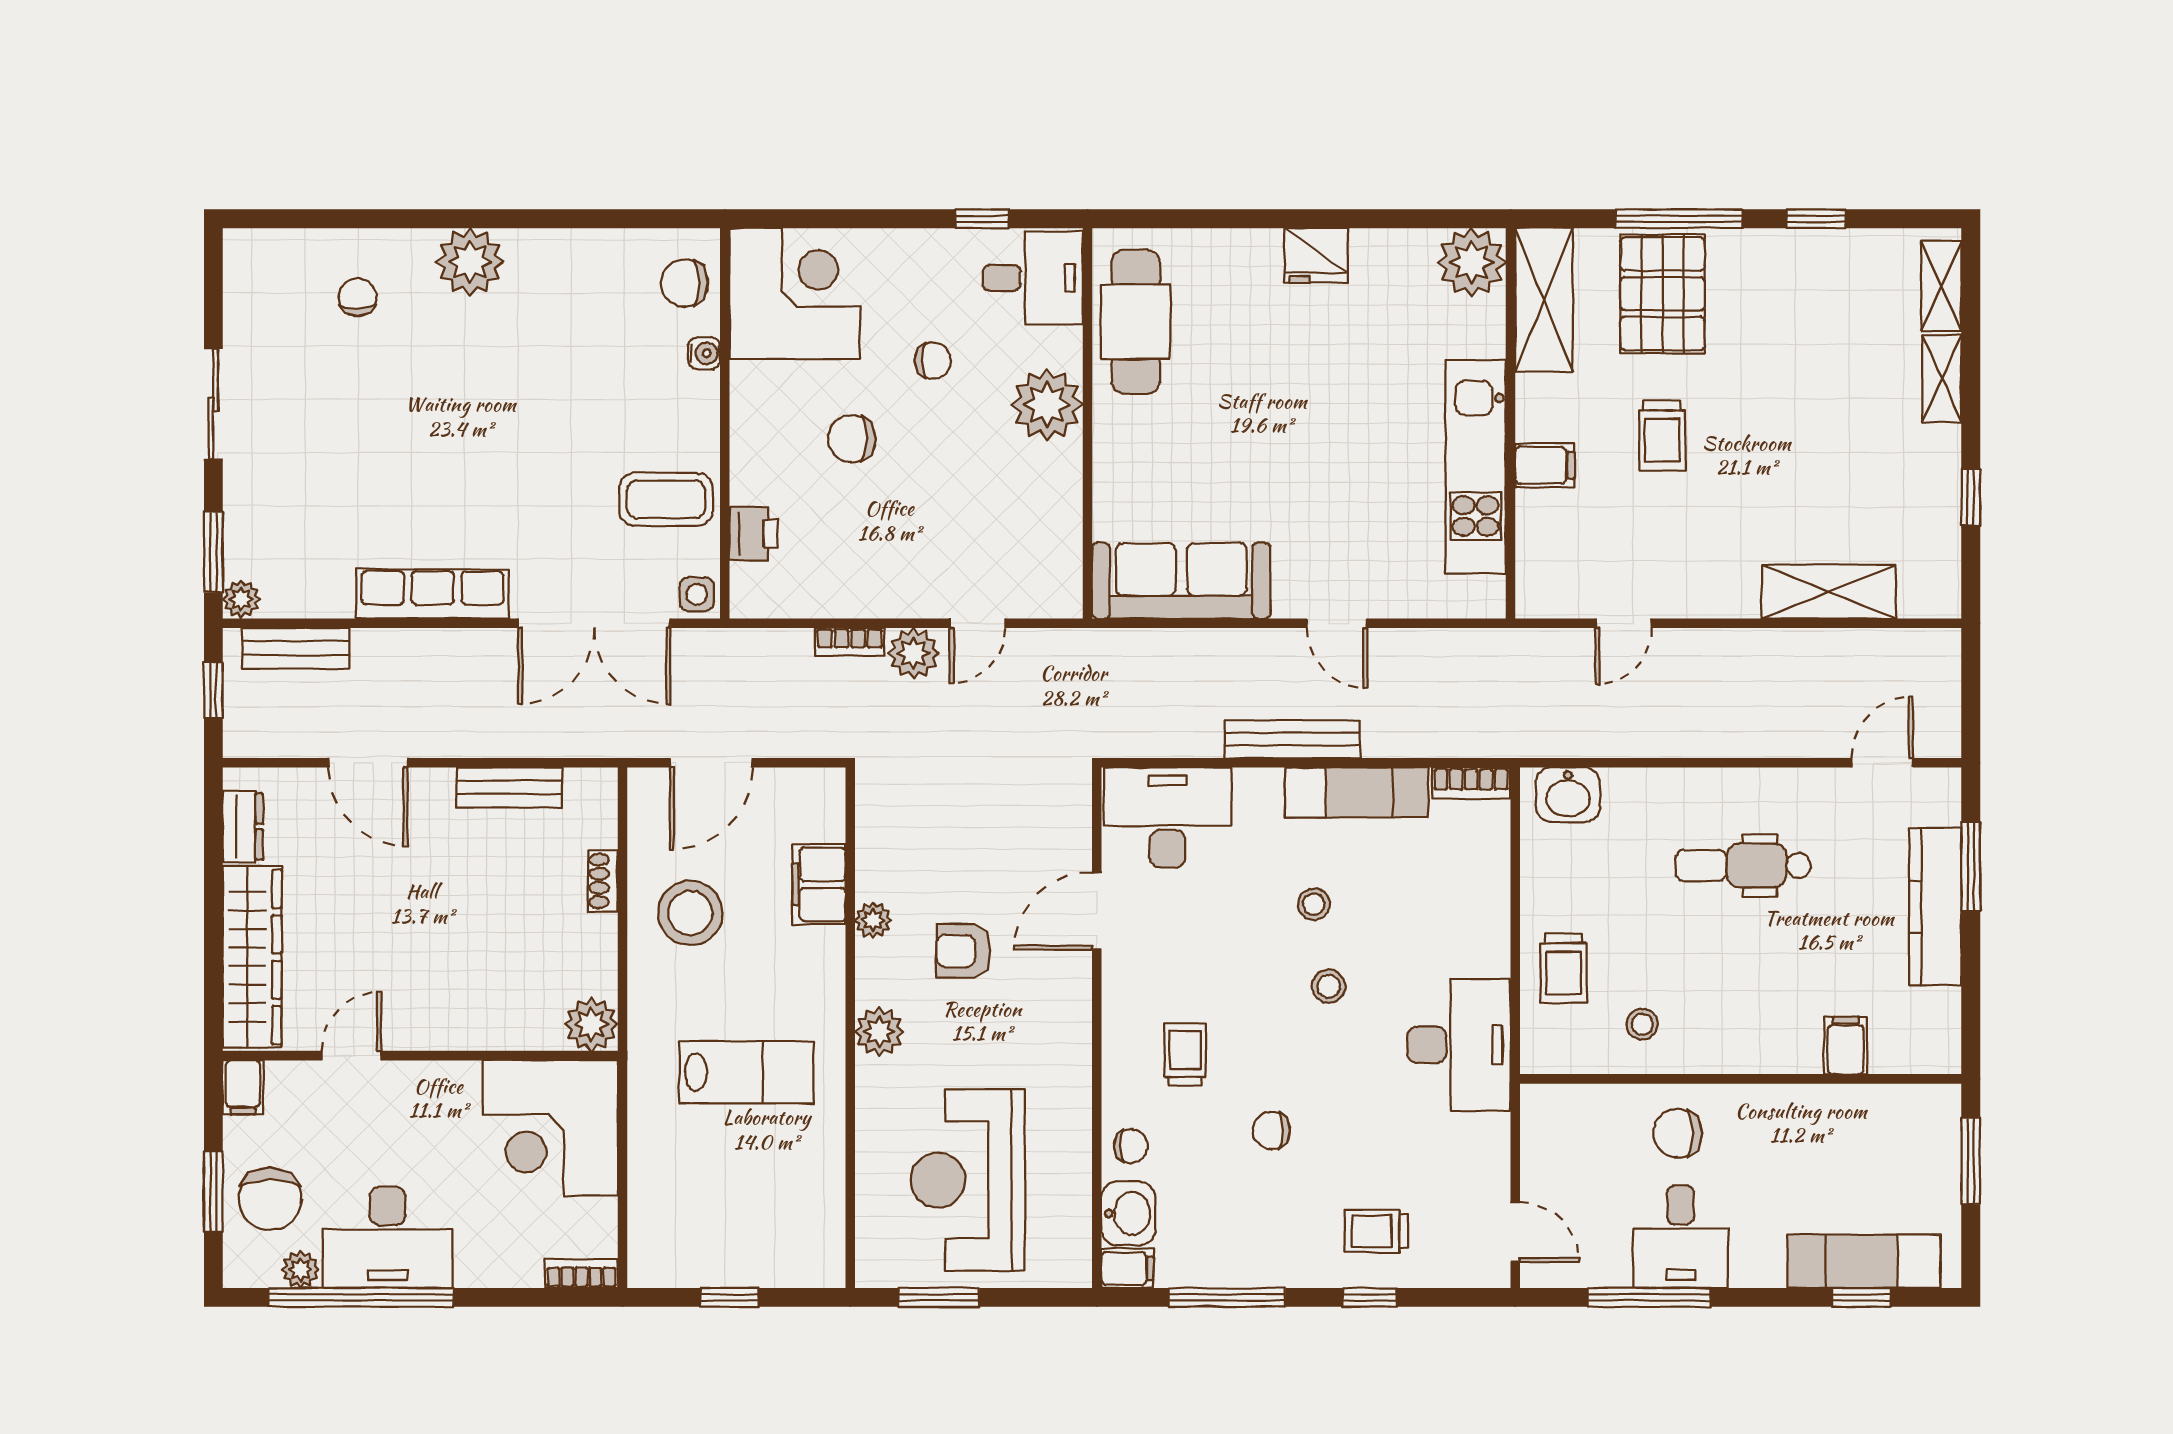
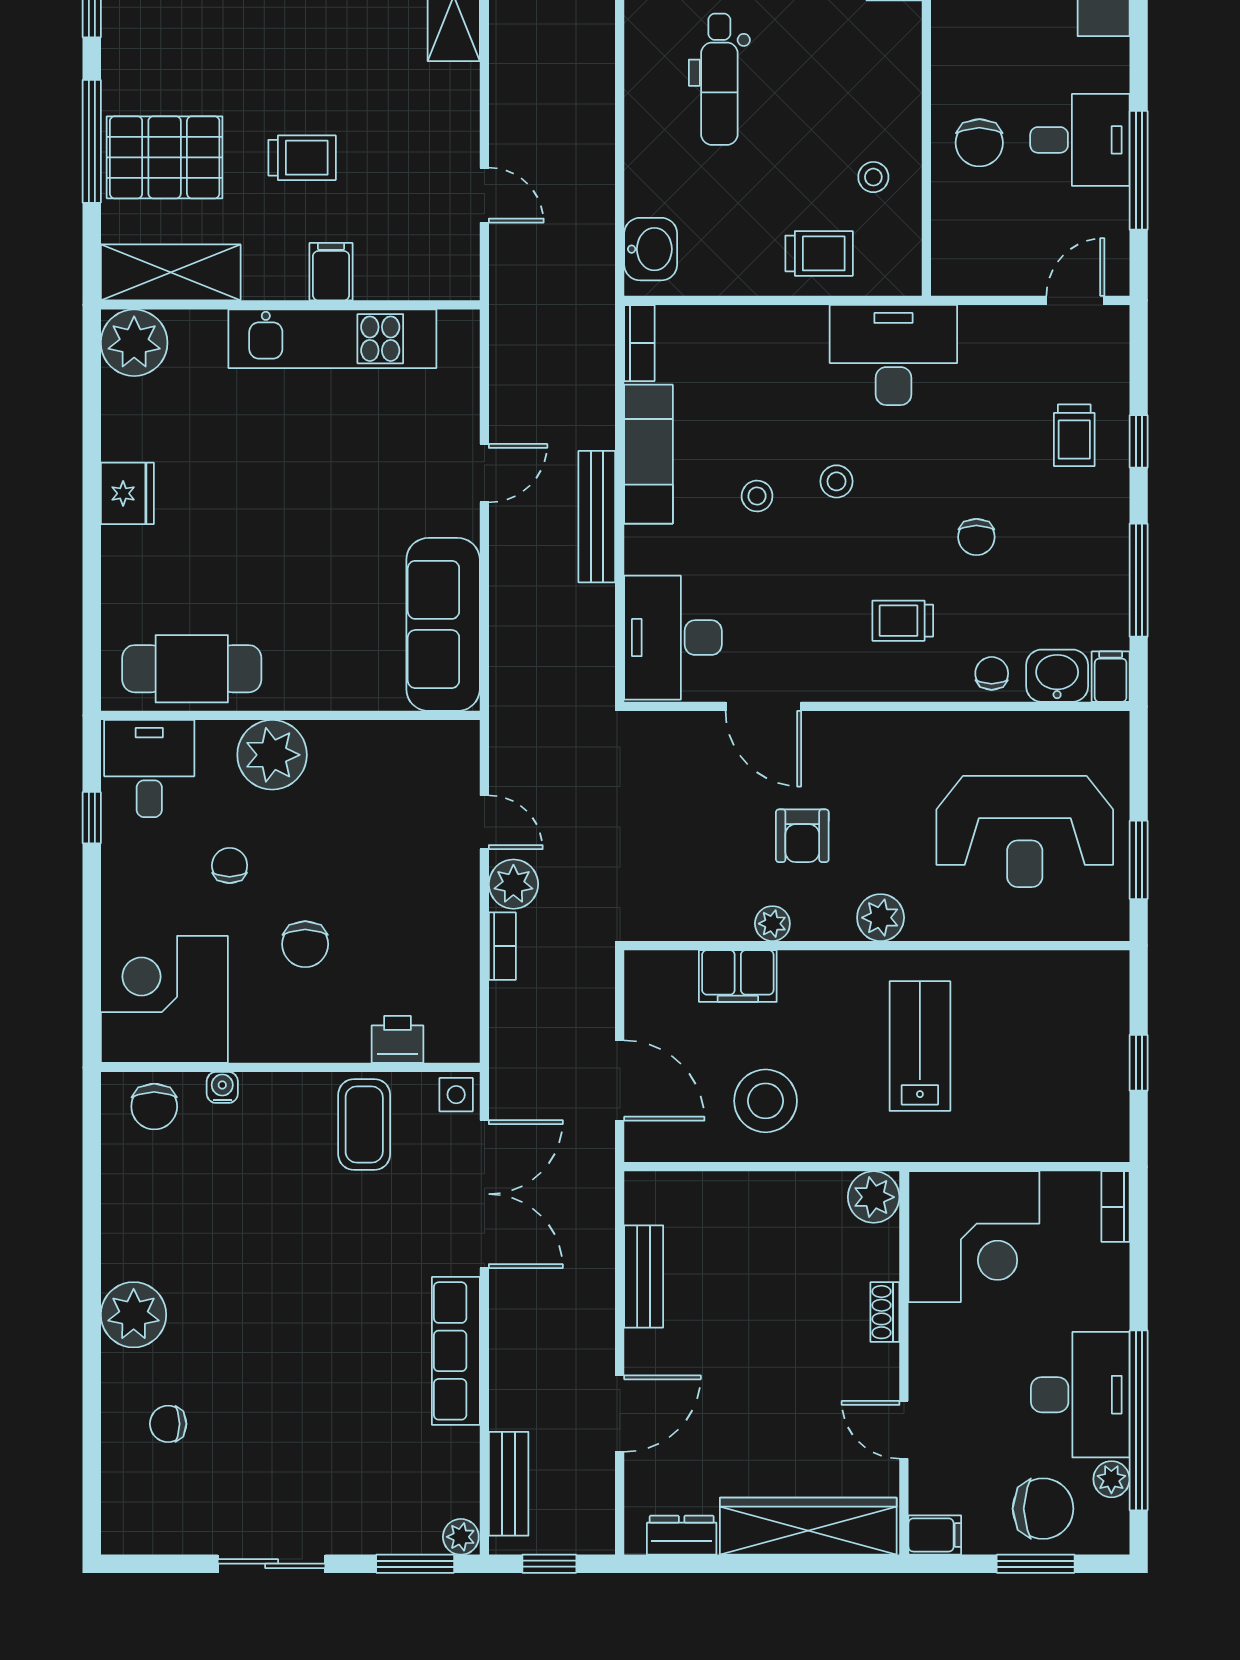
shoe rack: (603, 881) -> (885, 1312), moved, turned 90

